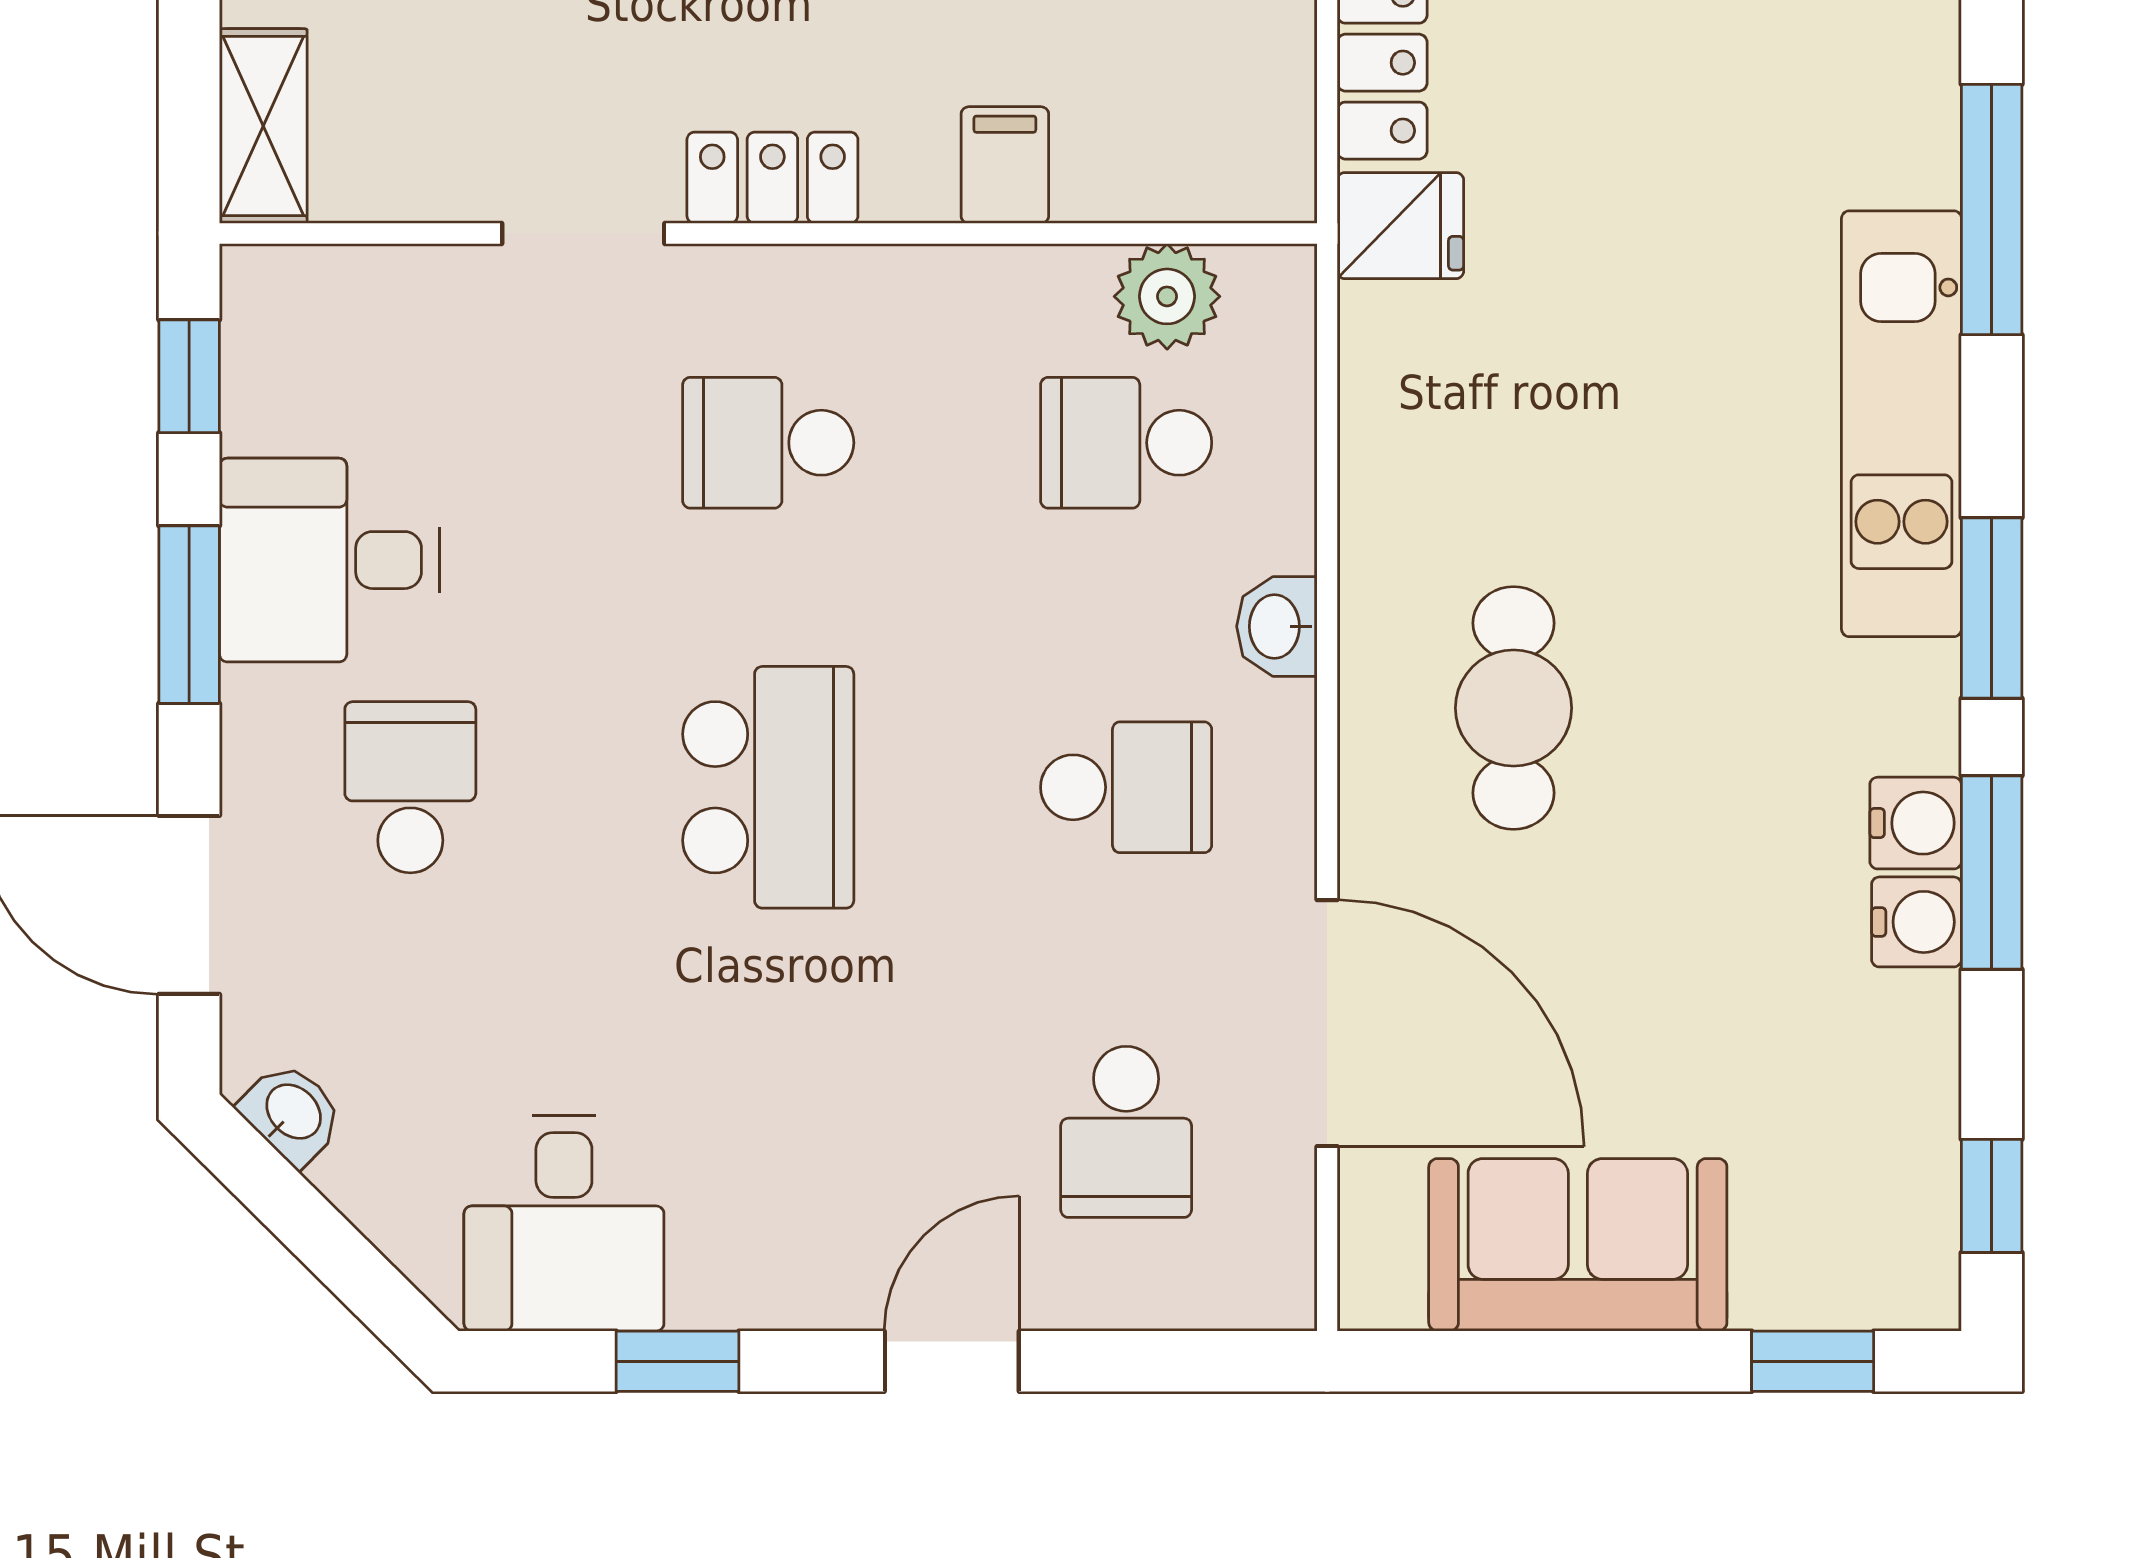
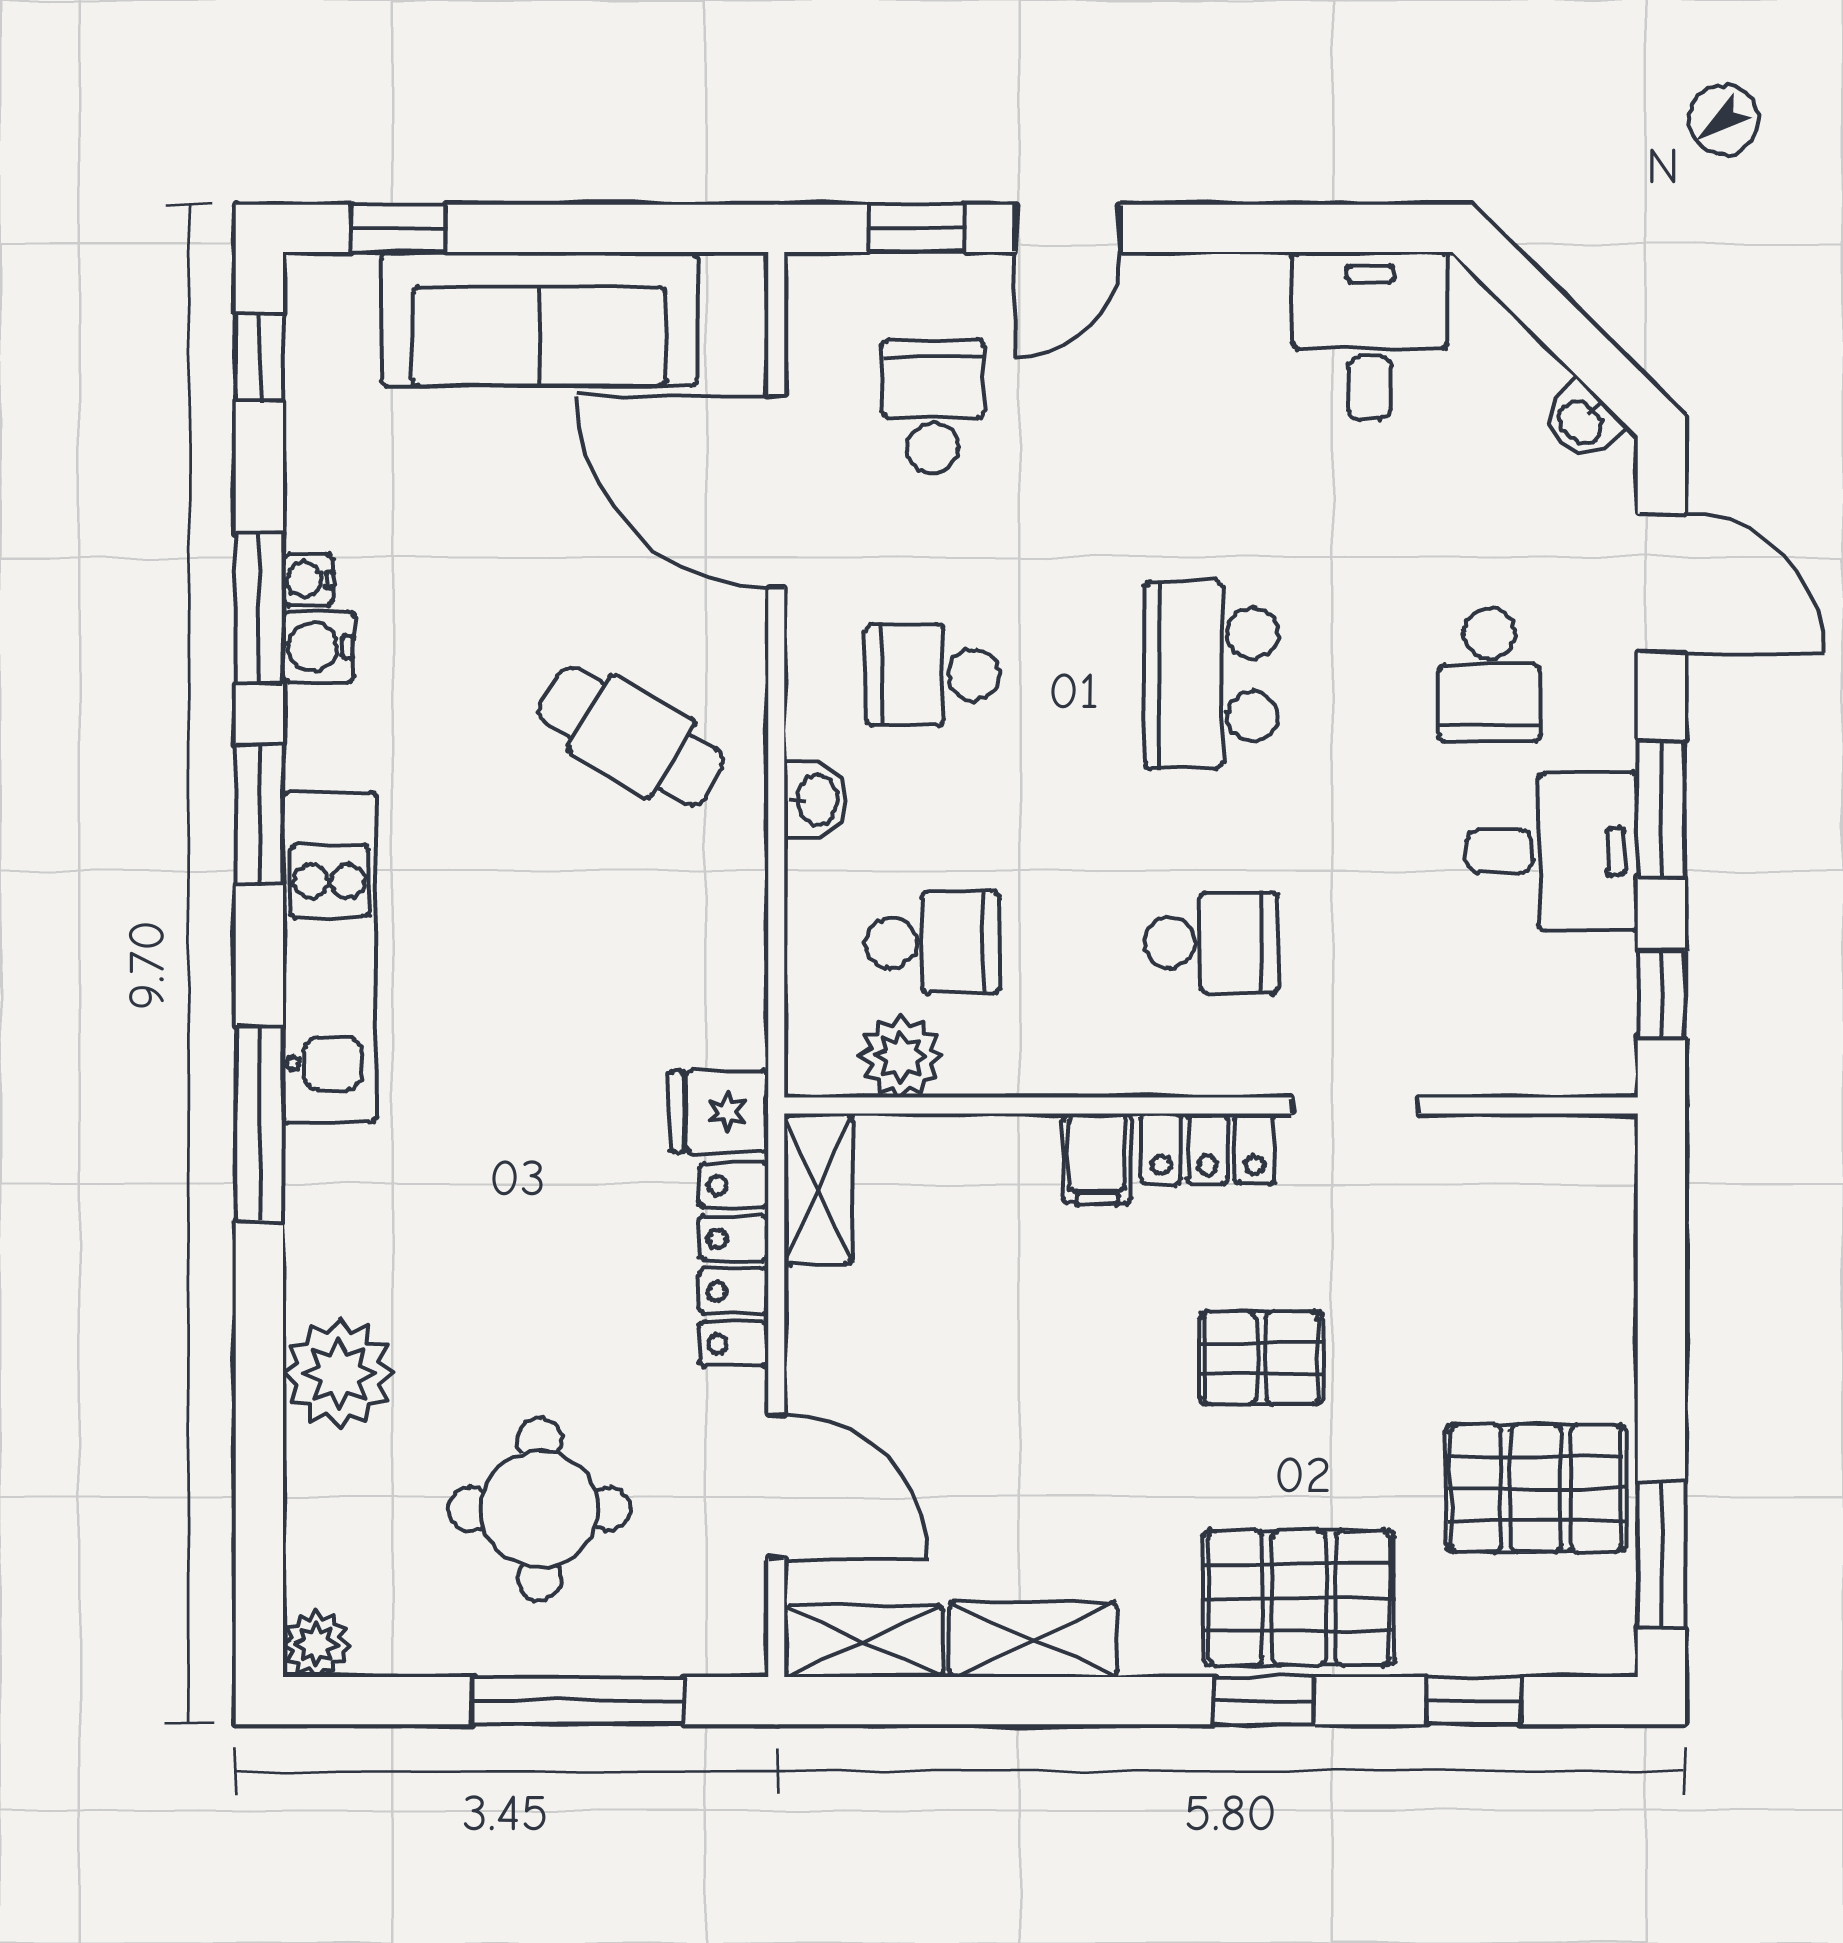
shelving: (263, 126) -> (818, 1189), moved
filing cabinet: (1005, 165) -> (1097, 1159), moved
cafe table: (1514, 708) -> (631, 736), turned -60
water cooler: (1917, 922) -> (308, 580), width x0.72, depth x0.72
sofa: (1578, 1245) -> (539, 319), width x1.36
window: (678, 1361) -> (917, 228), moved

